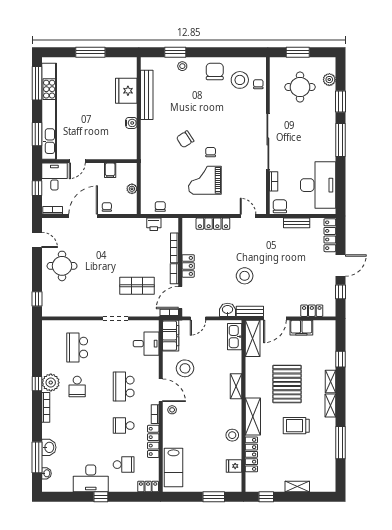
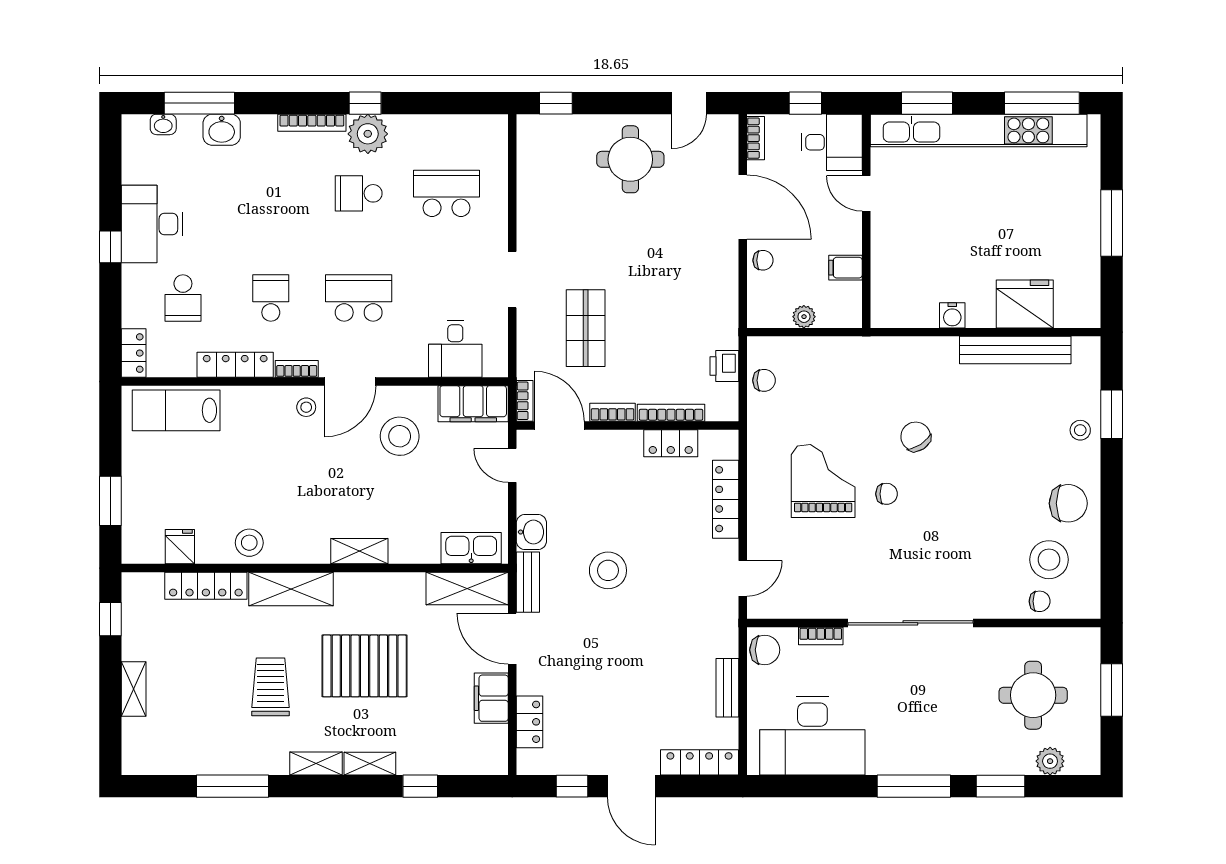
locker: (188, 266) -> (671, 443), moved

